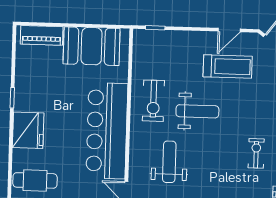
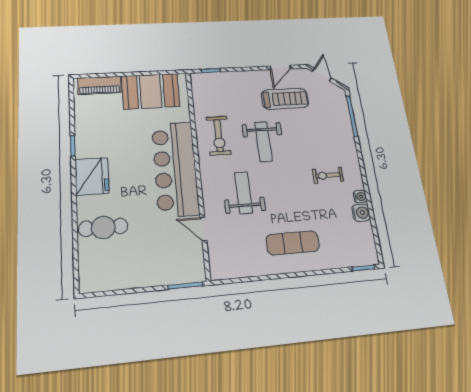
weight bench: (197, 111) -> (263, 142), turned 90
exercise bike: (256, 153) -> (328, 175), turned -90

